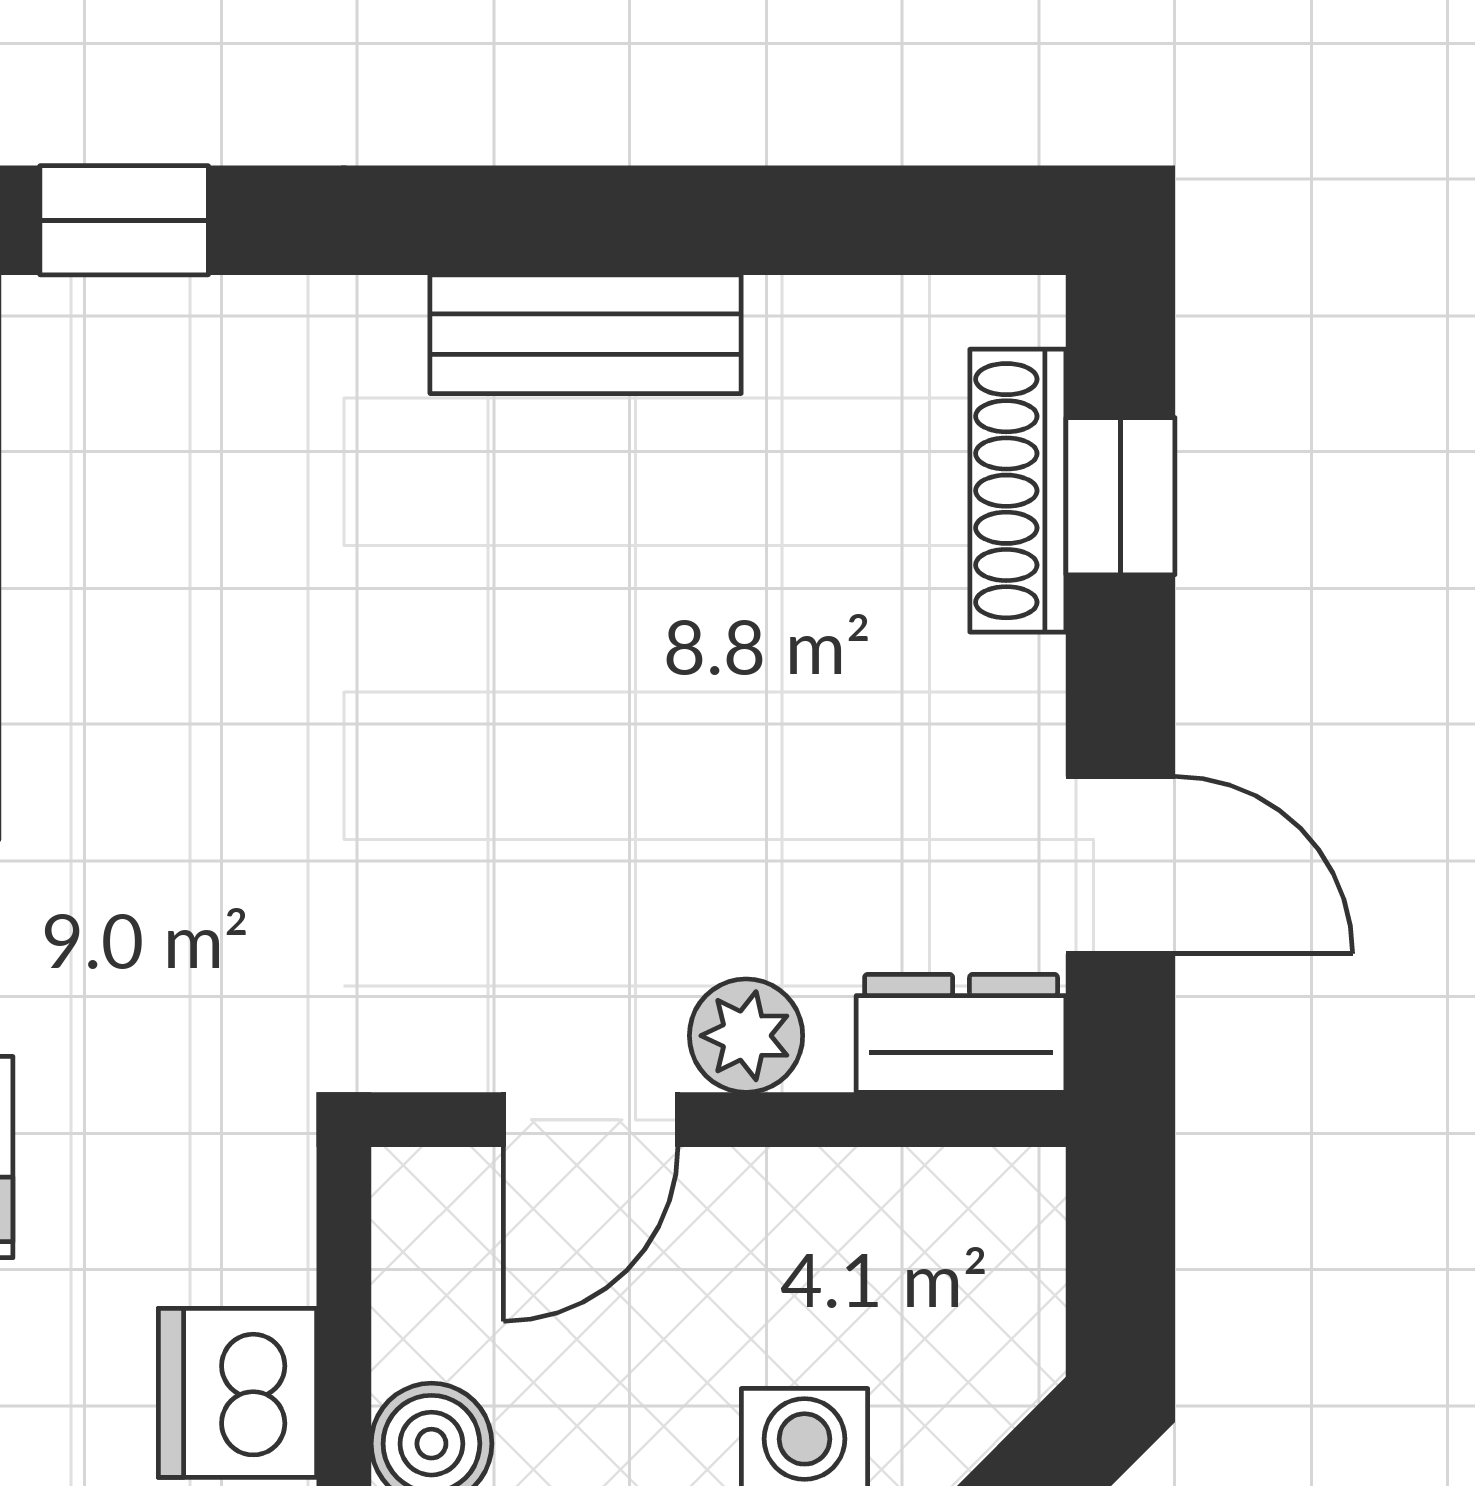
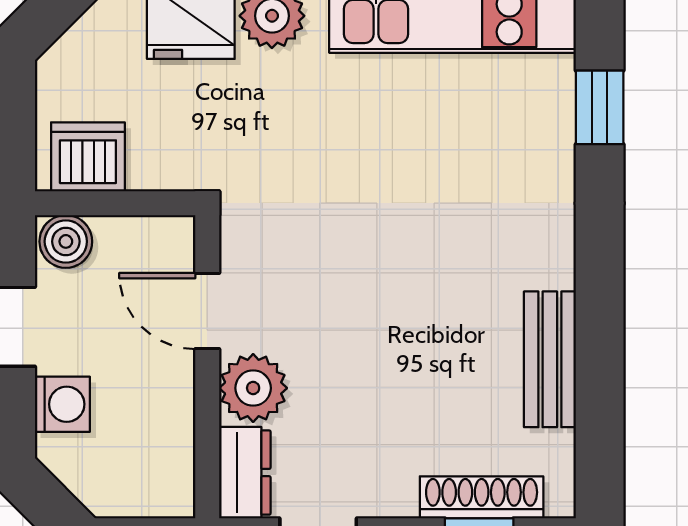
bench: (586, 334) -> (550, 359), moved
plant: (746, 1036) -> (253, 388), width x1.38, depth x1.38

